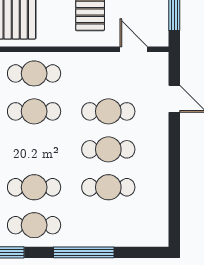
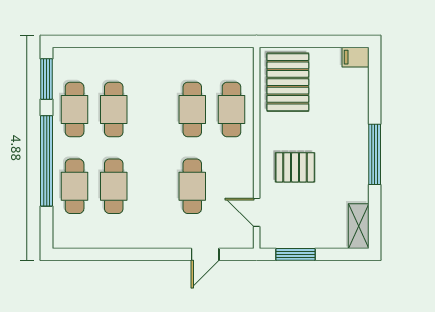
door: (134, 49) -> (257, 212), swing flipped
cafe table: (108, 149) -> (75, 186), moved
window: (84, 252) -> (47, 161), width x1.46

